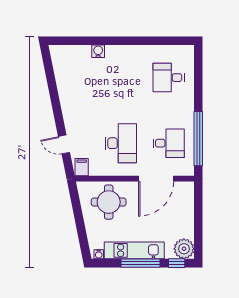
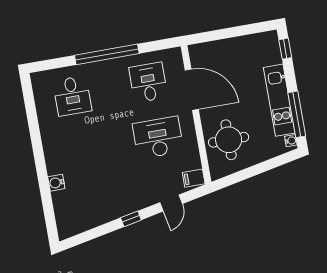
window: (57, 109) -> (131, 219), added
window: (198, 139) -> (107, 54), moved
plant: (184, 249) -> (267, 43), removed
window: (141, 263) -> (297, 114), moved

